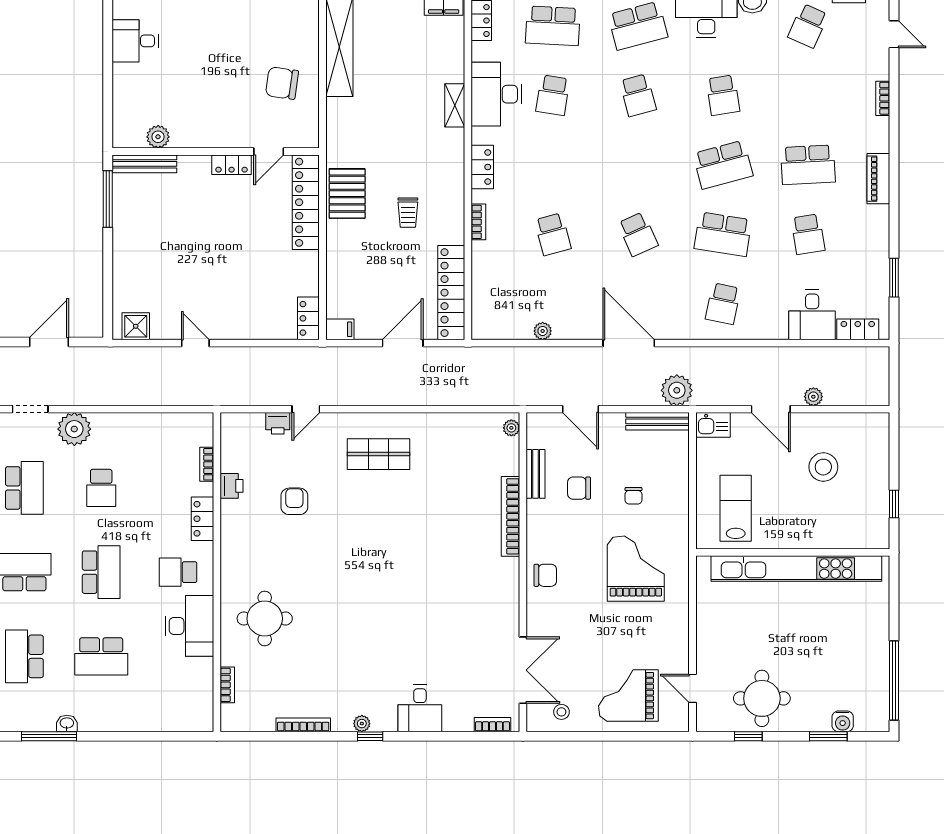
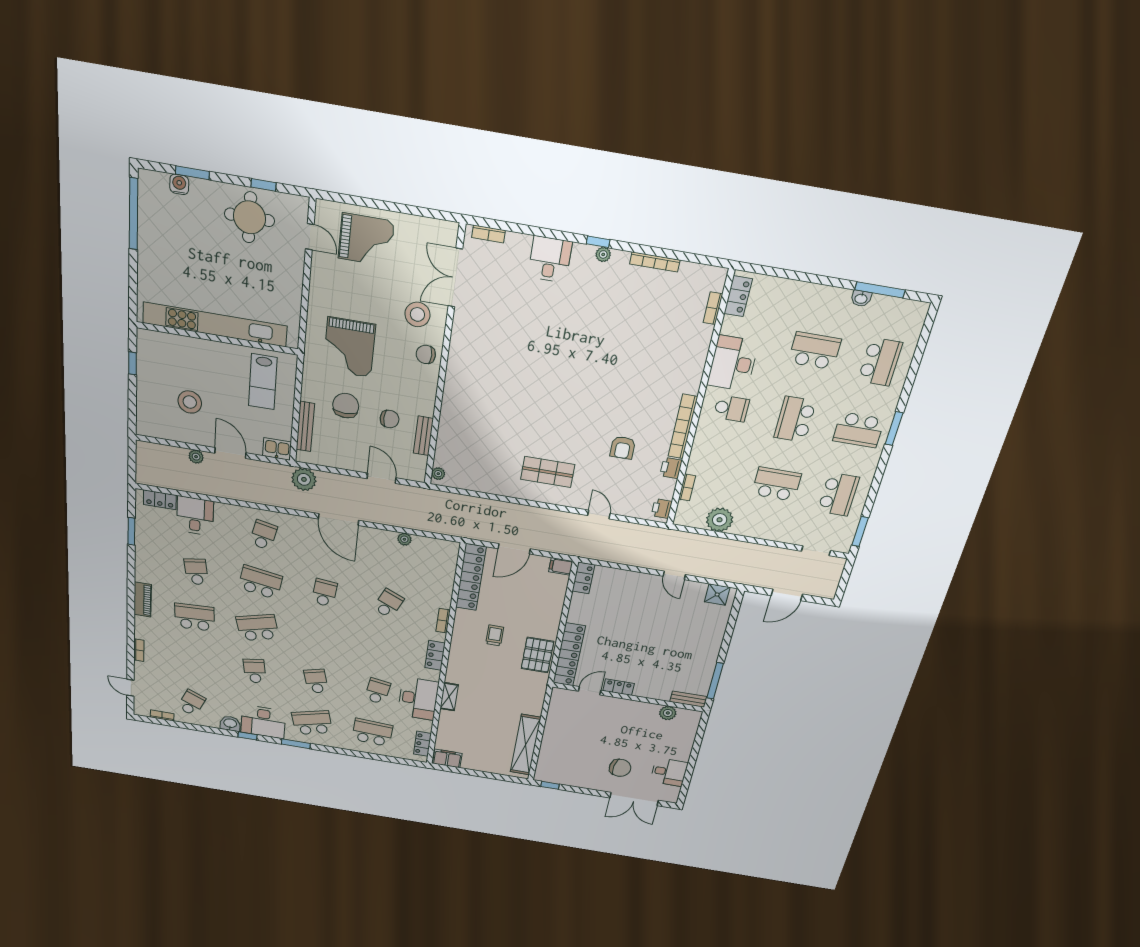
chair: (282, 83) -> (620, 768), moved
bench: (144, 164) -> (688, 699), width x0.73
school desk: (553, 234) -> (388, 603), turned 39
school desk: (638, 234) -> (324, 593), turned 30
door: (306, 409) -> (599, 515), hinge flipped
bench: (657, 421) -> (305, 427), moved, turned 90
printer: (278, 423) -> (662, 509), moved, turned -90
plant: (74, 429) -> (720, 520), moved
school desk: (24, 488) -> (838, 494), turned 180
school desk: (101, 488) -> (776, 484), width x1.85
chair: (633, 496) -> (346, 406), width x1.87, depth x1.87
bookcase: (511, 516) -> (683, 427), moved, turned 180
locker: (202, 519) -> (738, 296), moved
round table: (265, 619) -> (668, 359), removed
stool: (561, 712) -> (417, 314), moved, width x1.89, depth x1.89

